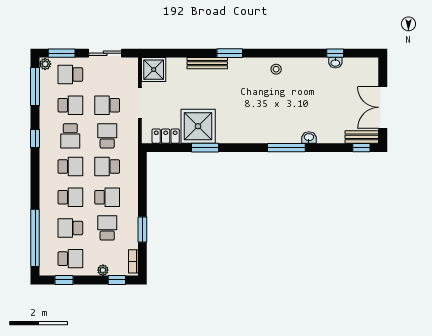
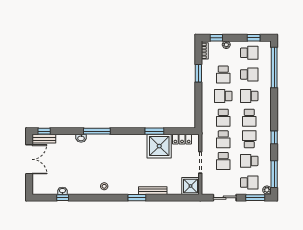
school desk: (107, 105) -> (223, 161), turned 90
school desk: (70, 167) -> (249, 118), turned -90
school desk: (107, 167) -> (223, 118), turned 90
school desk: (70, 259) -> (249, 53), turned 180

